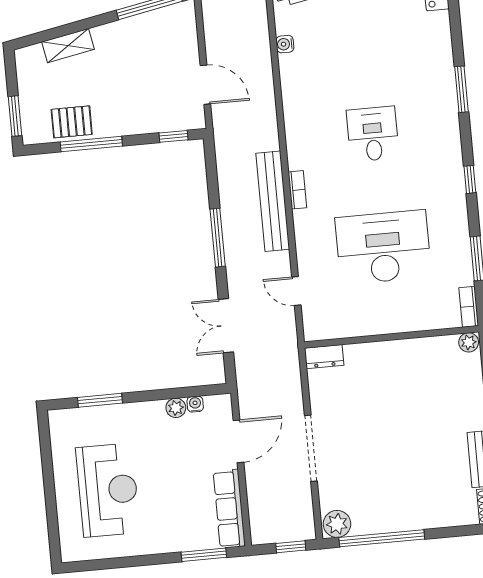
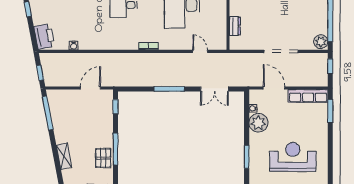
bench: (273, 201) -> (153, 59), removed
door: (296, 291) -> (200, 51), swing flipped
dresser: (324, 357) -> (235, 26), moved
plant: (176, 408) -> (258, 123), width x1.88, depth x1.88

